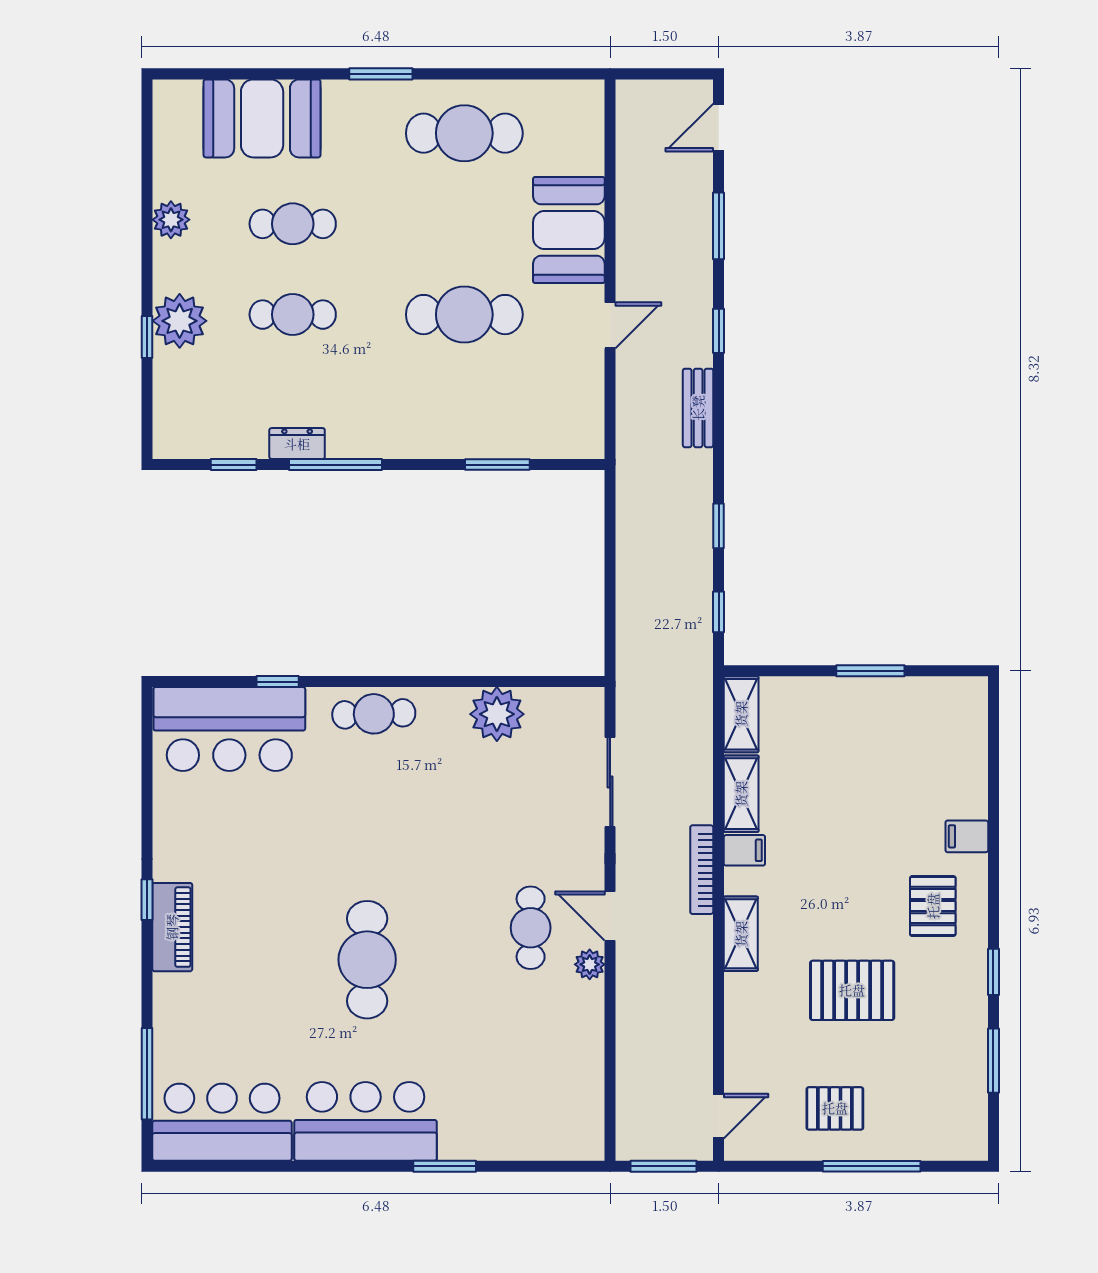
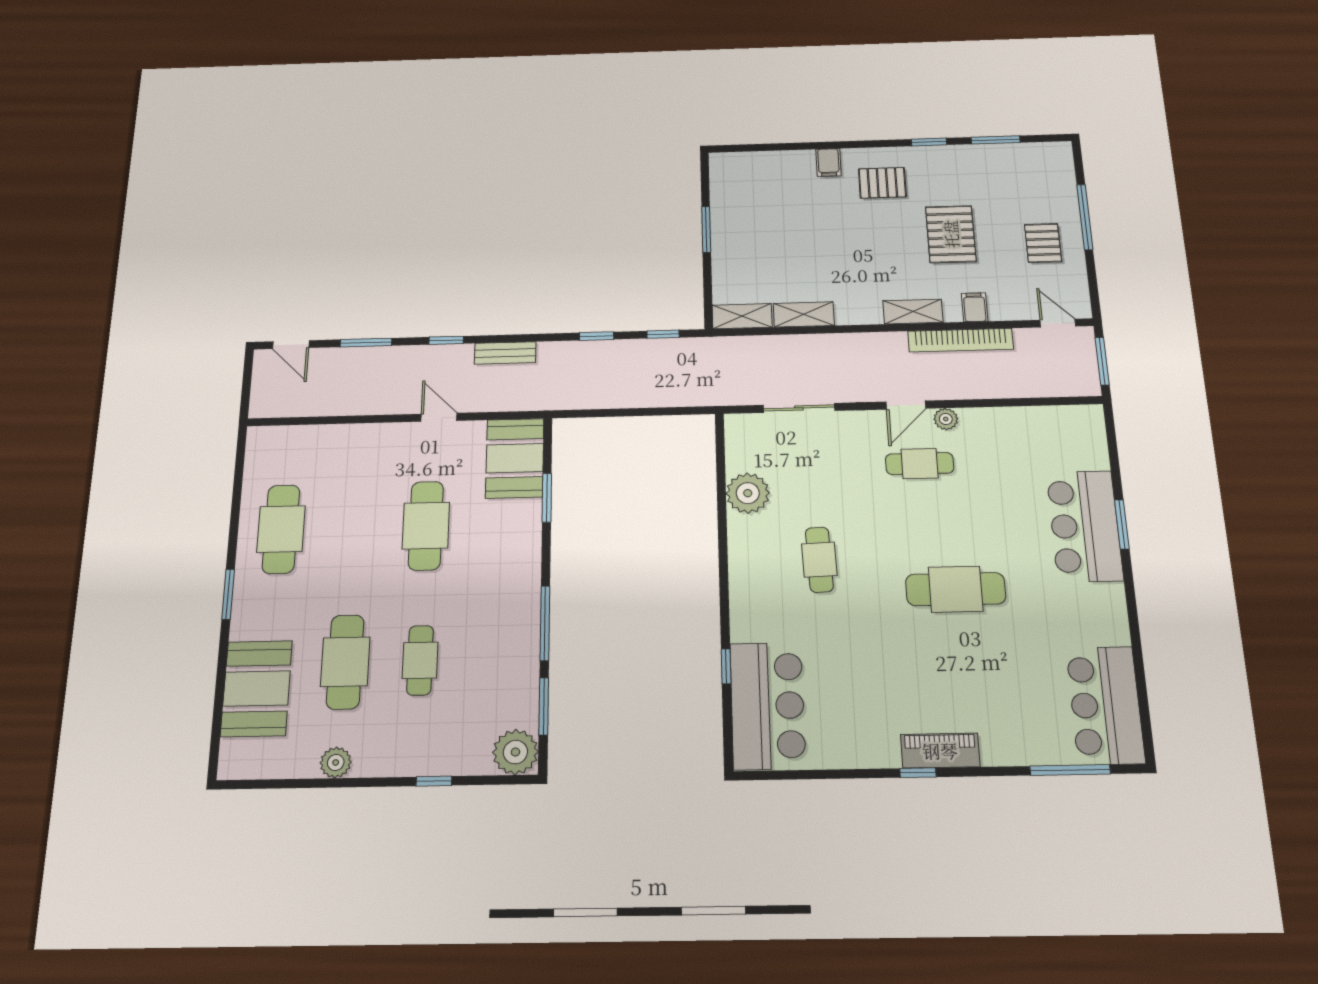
cafe table: (293, 224) -> (345, 662), width x1.37, depth x1.35
booth: (569, 230) -> (515, 458), moved, turned 90
plant: (180, 321) -> (515, 752), moved
dresser: (297, 444) -> (527, 655), removed
window: (234, 465) -> (544, 706), width x1.50
cafe table: (374, 714) -> (819, 560), moved
filing cabinet: (744, 850) -> (975, 307), moved
bookcase: (702, 870) -> (961, 340), moved, width x1.48, depth x1.31
bar counter: (366, 1121) -> (1085, 526), moved

